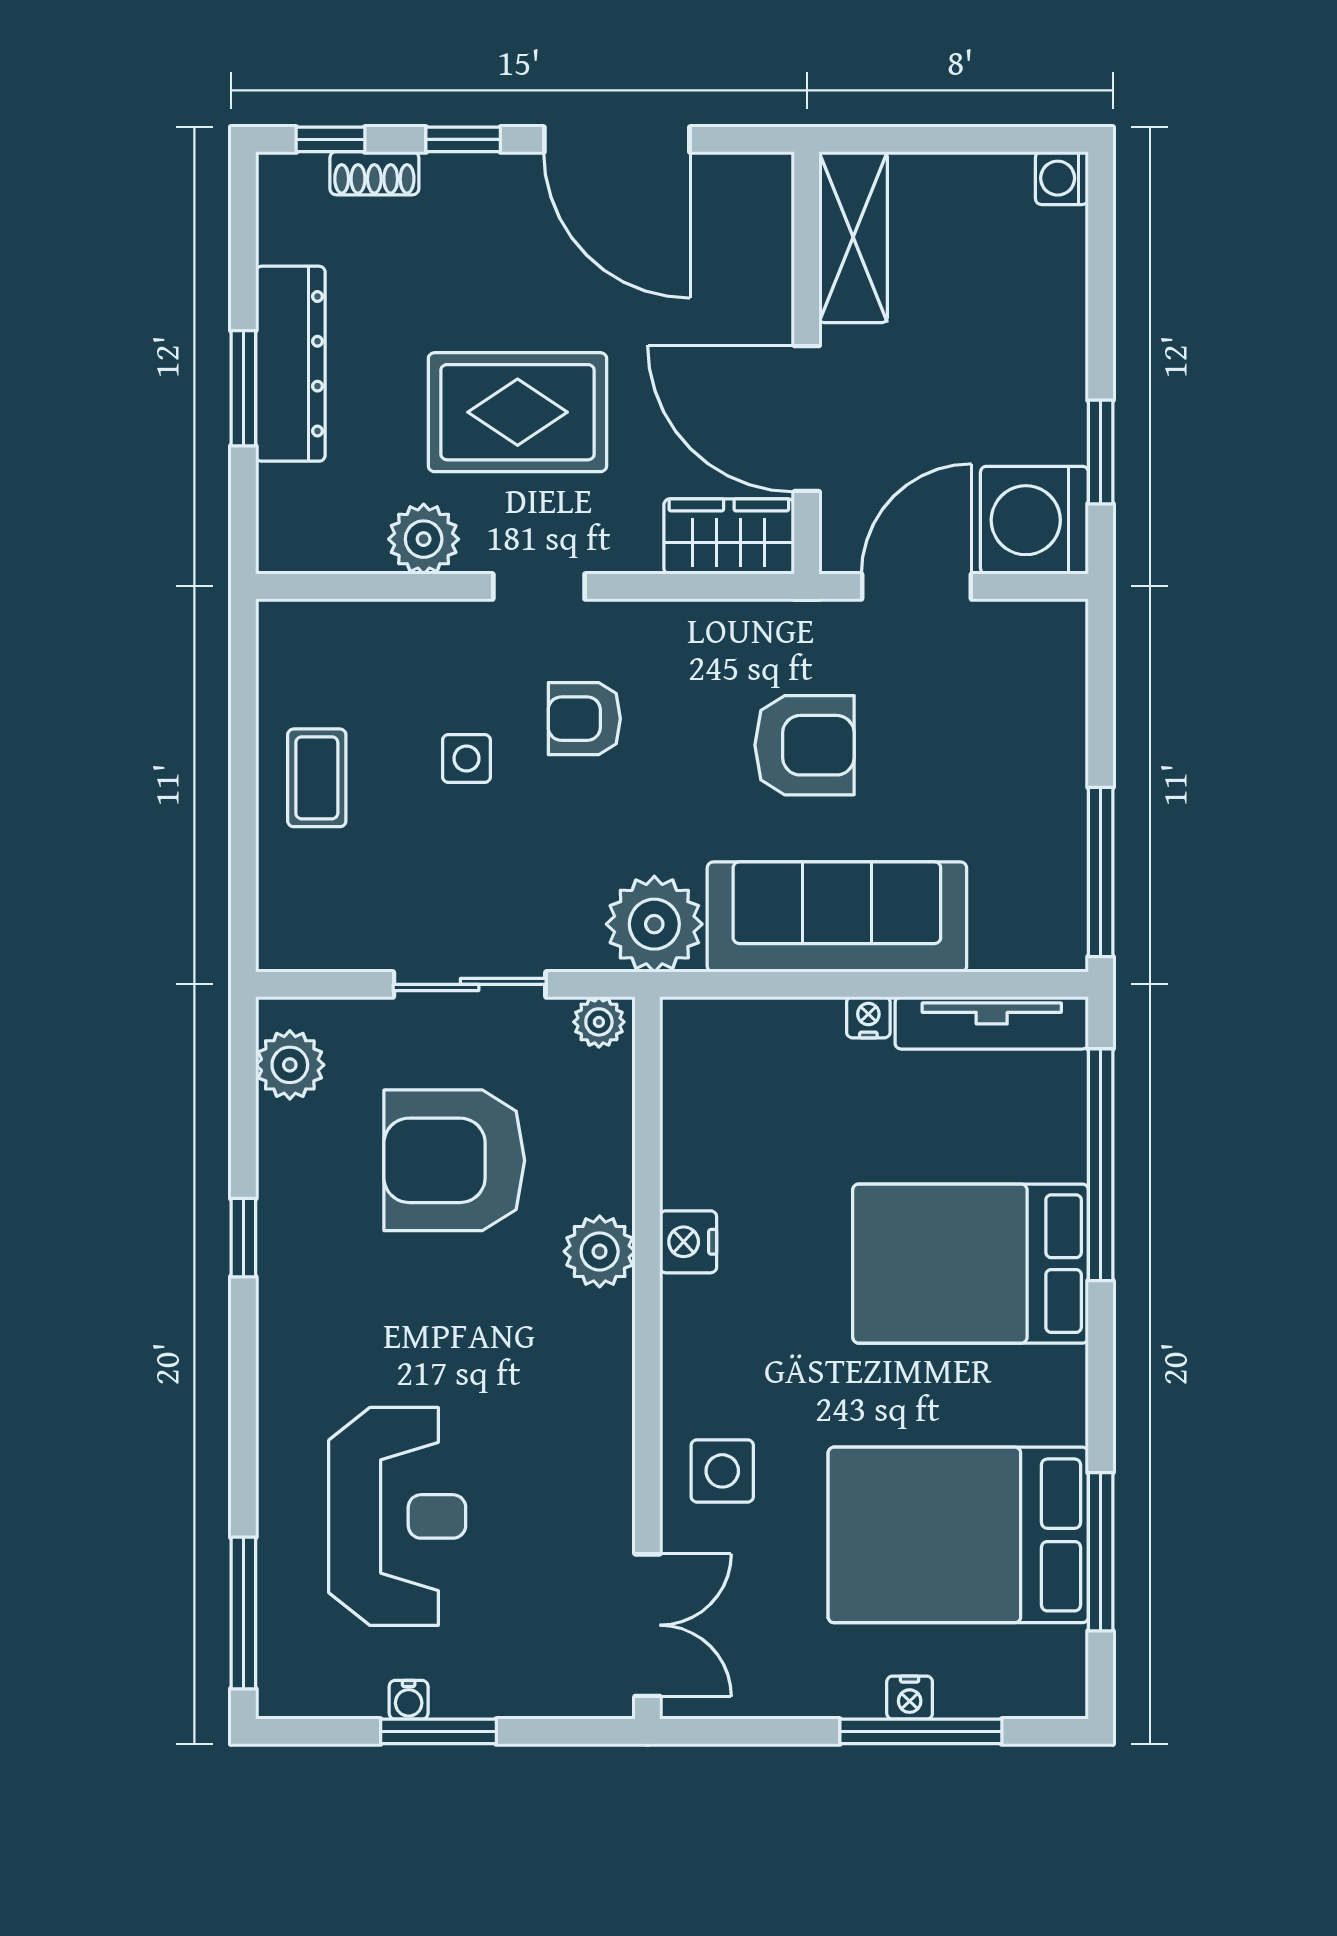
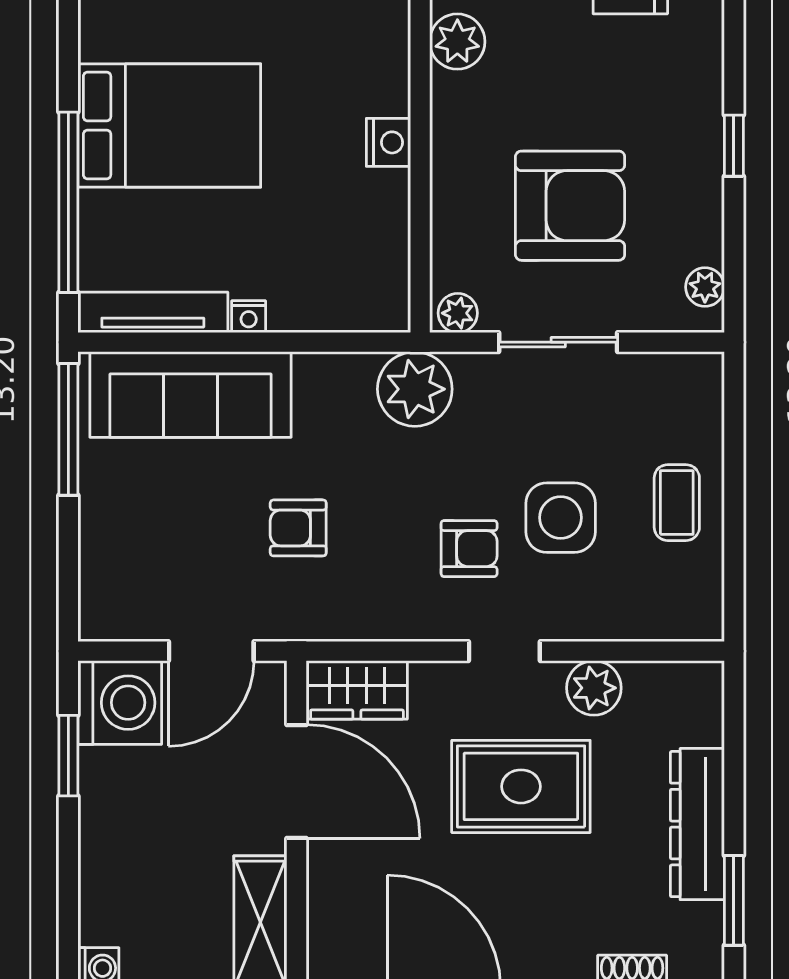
window: (243, 388) -> (734, 900), moved
armchair: (804, 745) -> (298, 528), width x0.72, depth x0.72
side table: (467, 759) -> (561, 518), width x1.87, depth x1.87
sofa: (837, 917) -> (190, 395), moved
plant: (290, 1065) -> (705, 287), width x0.73, depth x0.73
plant: (600, 1251) -> (457, 42), moved

